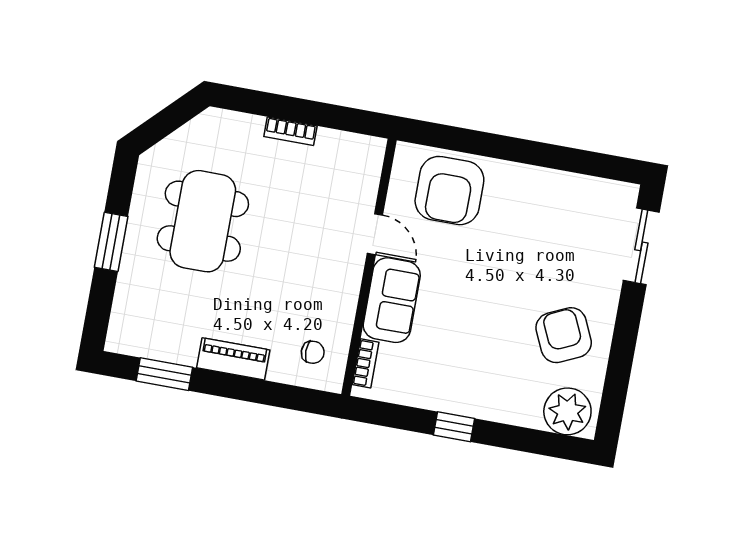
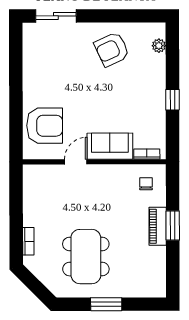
bookcase: (290, 131) -> (28, 241), moved
dining table: (203, 221) -> (86, 257), turned 90
window: (164, 374) -> (173, 226), moved
plant: (567, 411) -> (159, 46), width x0.53, depth x0.53

